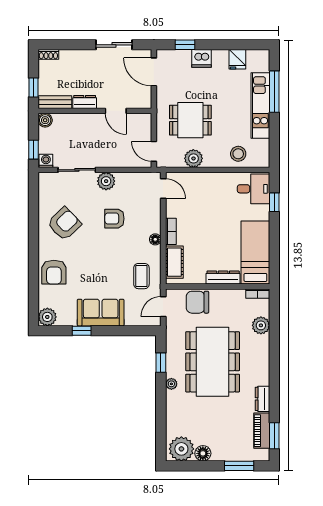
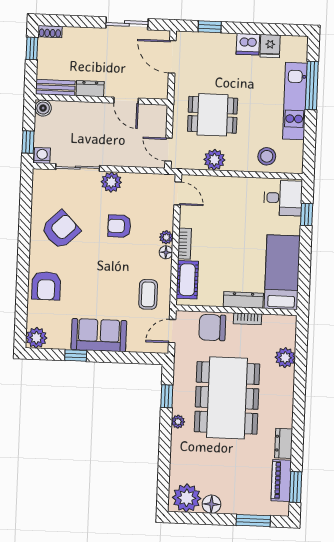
dishwasher: (202, 58) -> (248, 44), moved
window: (33, 87) -> (32, 48), moved
plant: (155, 227) -> (166, 237), added
bookcase: (258, 294) -> (248, 319), moved

